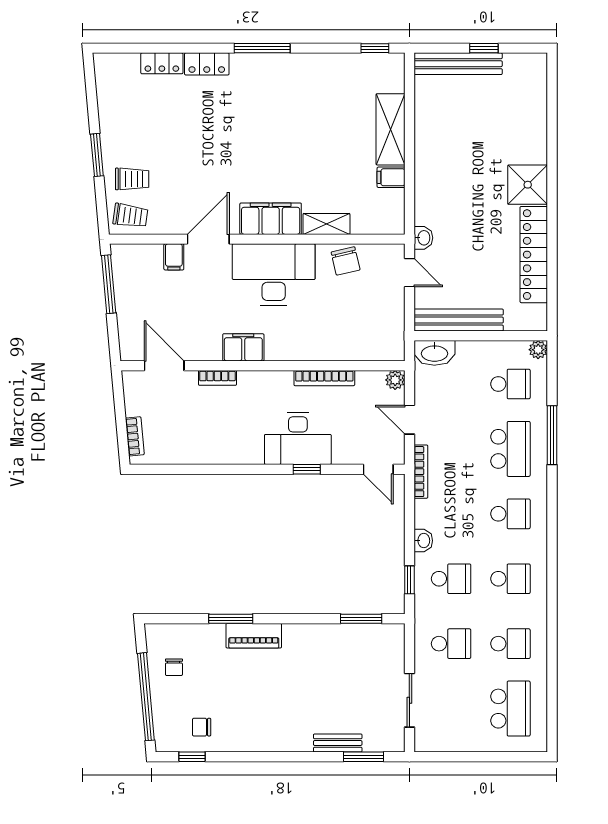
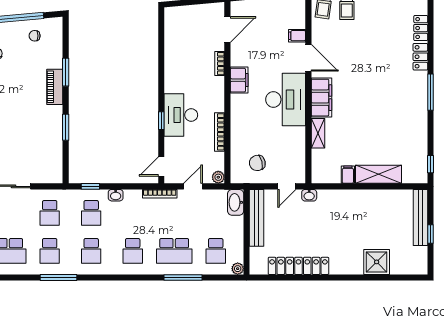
shower: (528, 185) -> (377, 262), moved
chair: (346, 261) -> (257, 163), moved
bookcase: (135, 436) -> (182, 11), removed
window: (361, 619) -> (66, 127), moved
window: (552, 630) -> (59, 278), added

